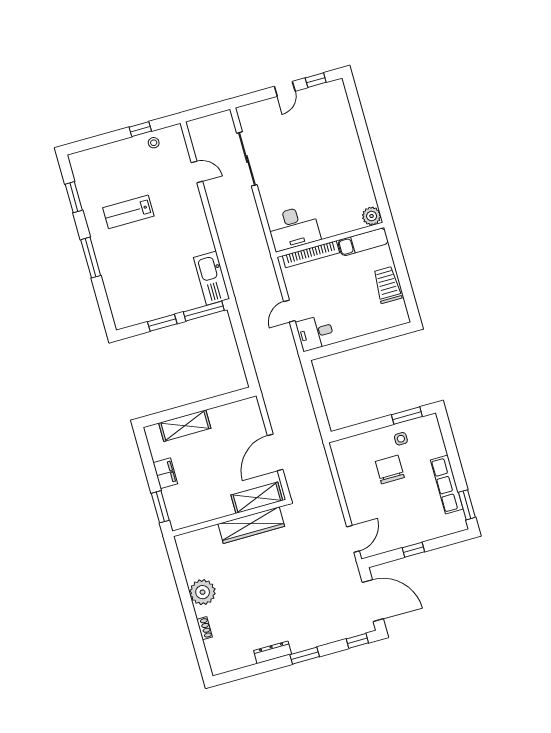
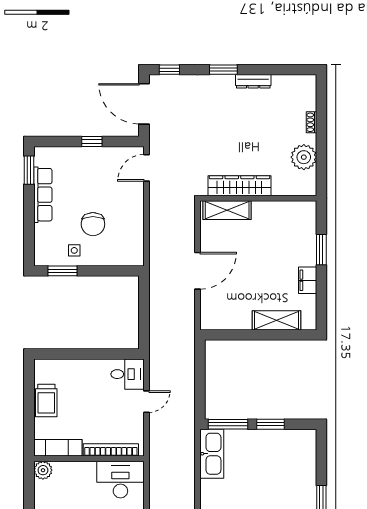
shelving: (257, 498) -> (227, 210), moved
wall: (230, 518) -> (258, 198), moved
wardrobe: (251, 525) -> (240, 186), moved

